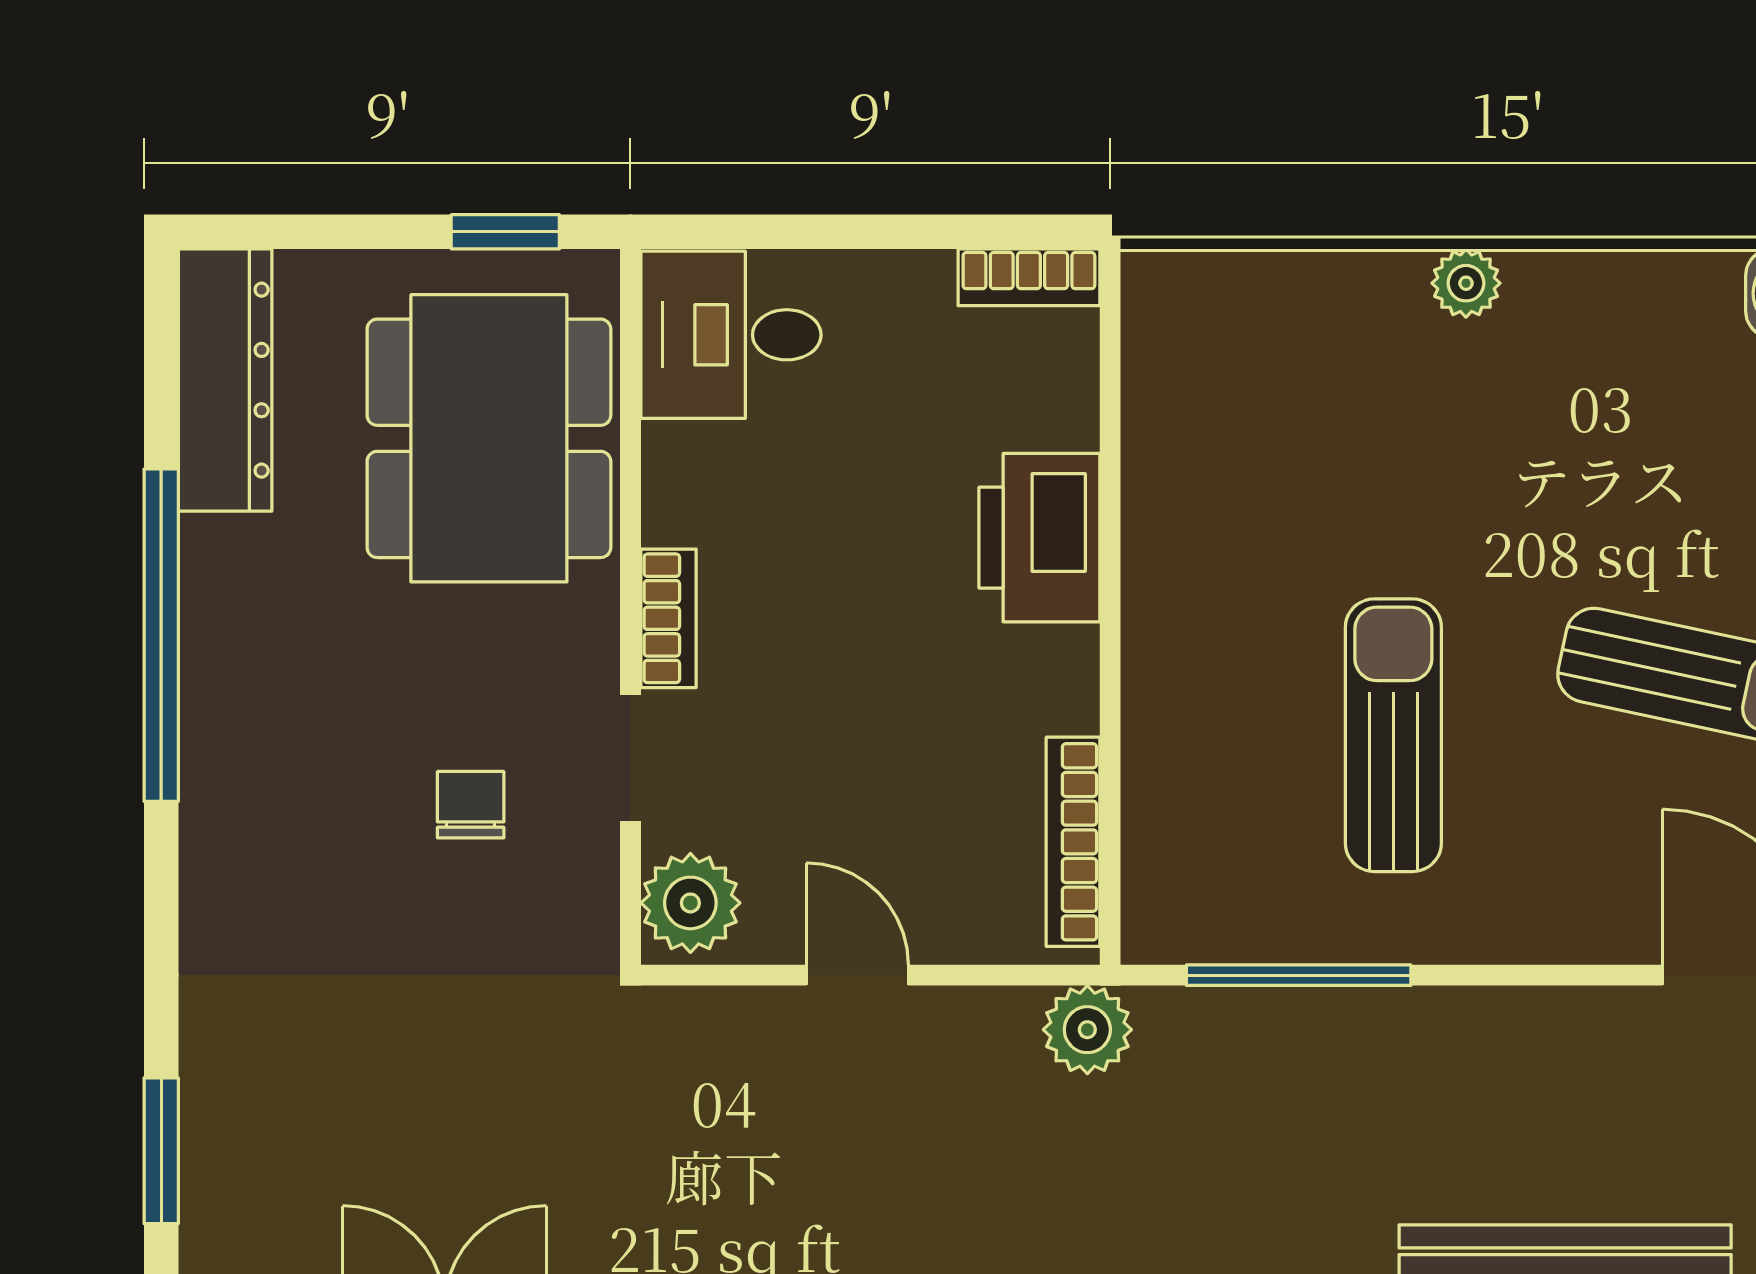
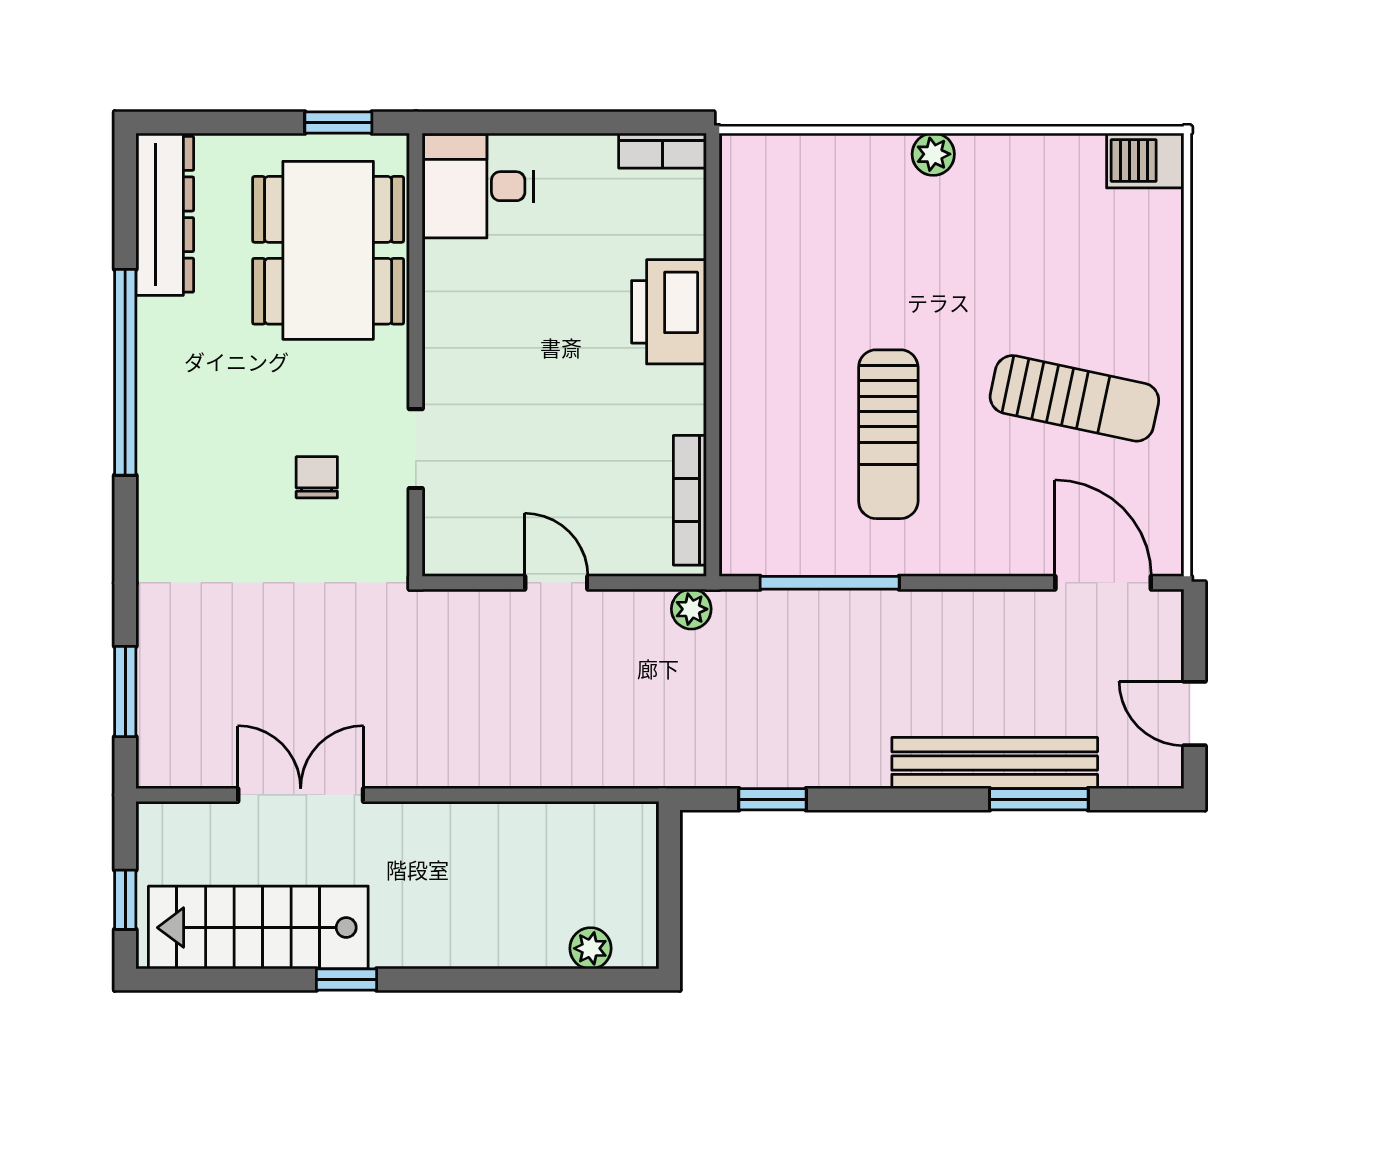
bookcase: (668, 618) -> (439, 362), removed
sun lounger: (1393, 735) -> (888, 434), turned 180
plant: (690, 903) -> (453, 538), removed
plant: (1087, 1030) -> (691, 609), width x0.73, depth x0.73

